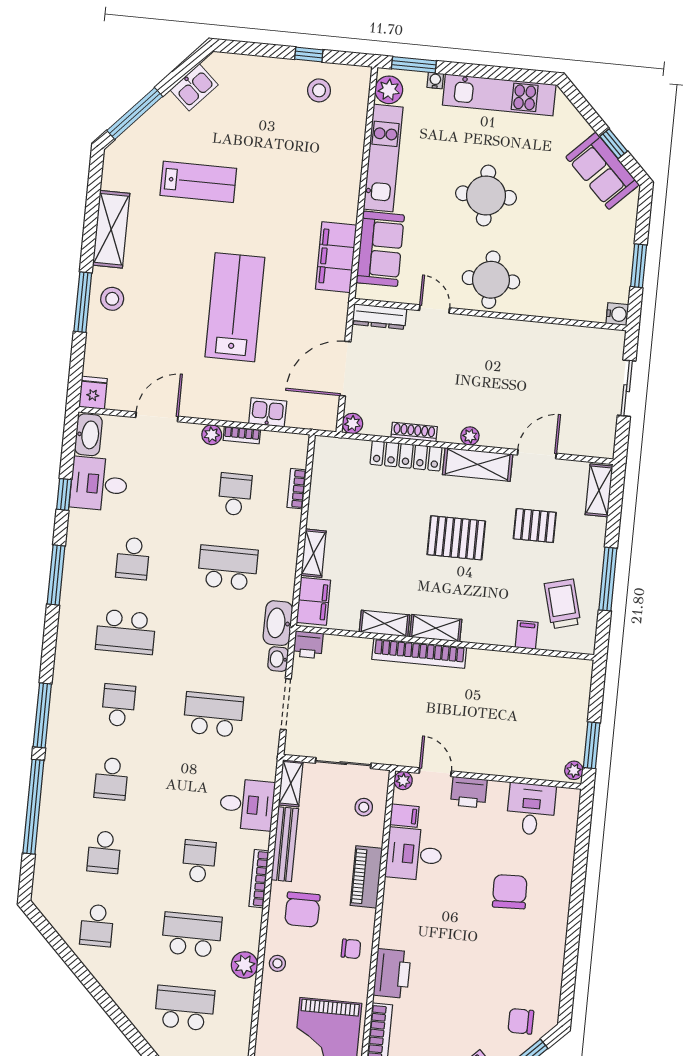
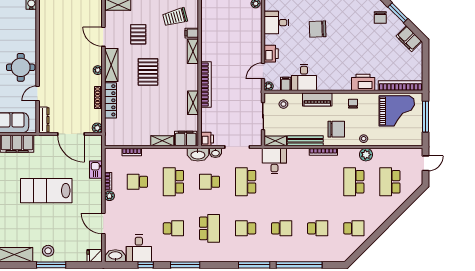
shelving: (436, 628) -> (193, 51), moved
desk: (247, 804) -> (274, 161), moved
school desk: (199, 861) -> (209, 182), moved

